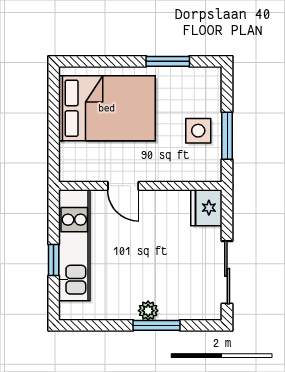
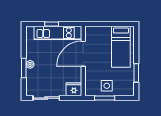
bed: (107, 108) -> (121, 47), width x0.67
door: (123, 186) -> (83, 54), width x1.88

